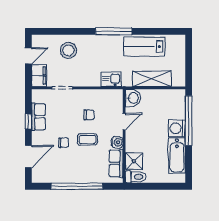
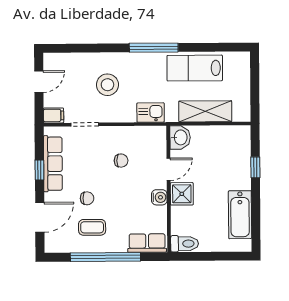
stool: (68, 50) -> (107, 85), moved
filing cabinet: (39, 75) -> (53, 115), width x0.50
row of seats: (38, 117) -> (53, 164), width x1.48
window: (189, 121) -> (255, 167), width x0.32
washing machine: (177, 128) -> (240, 178), removed
coffee table: (87, 139) -> (92, 227), moved
shower: (134, 161) -> (182, 194), moved
row of seats: (116, 163) -> (147, 243), moved, turned 90

